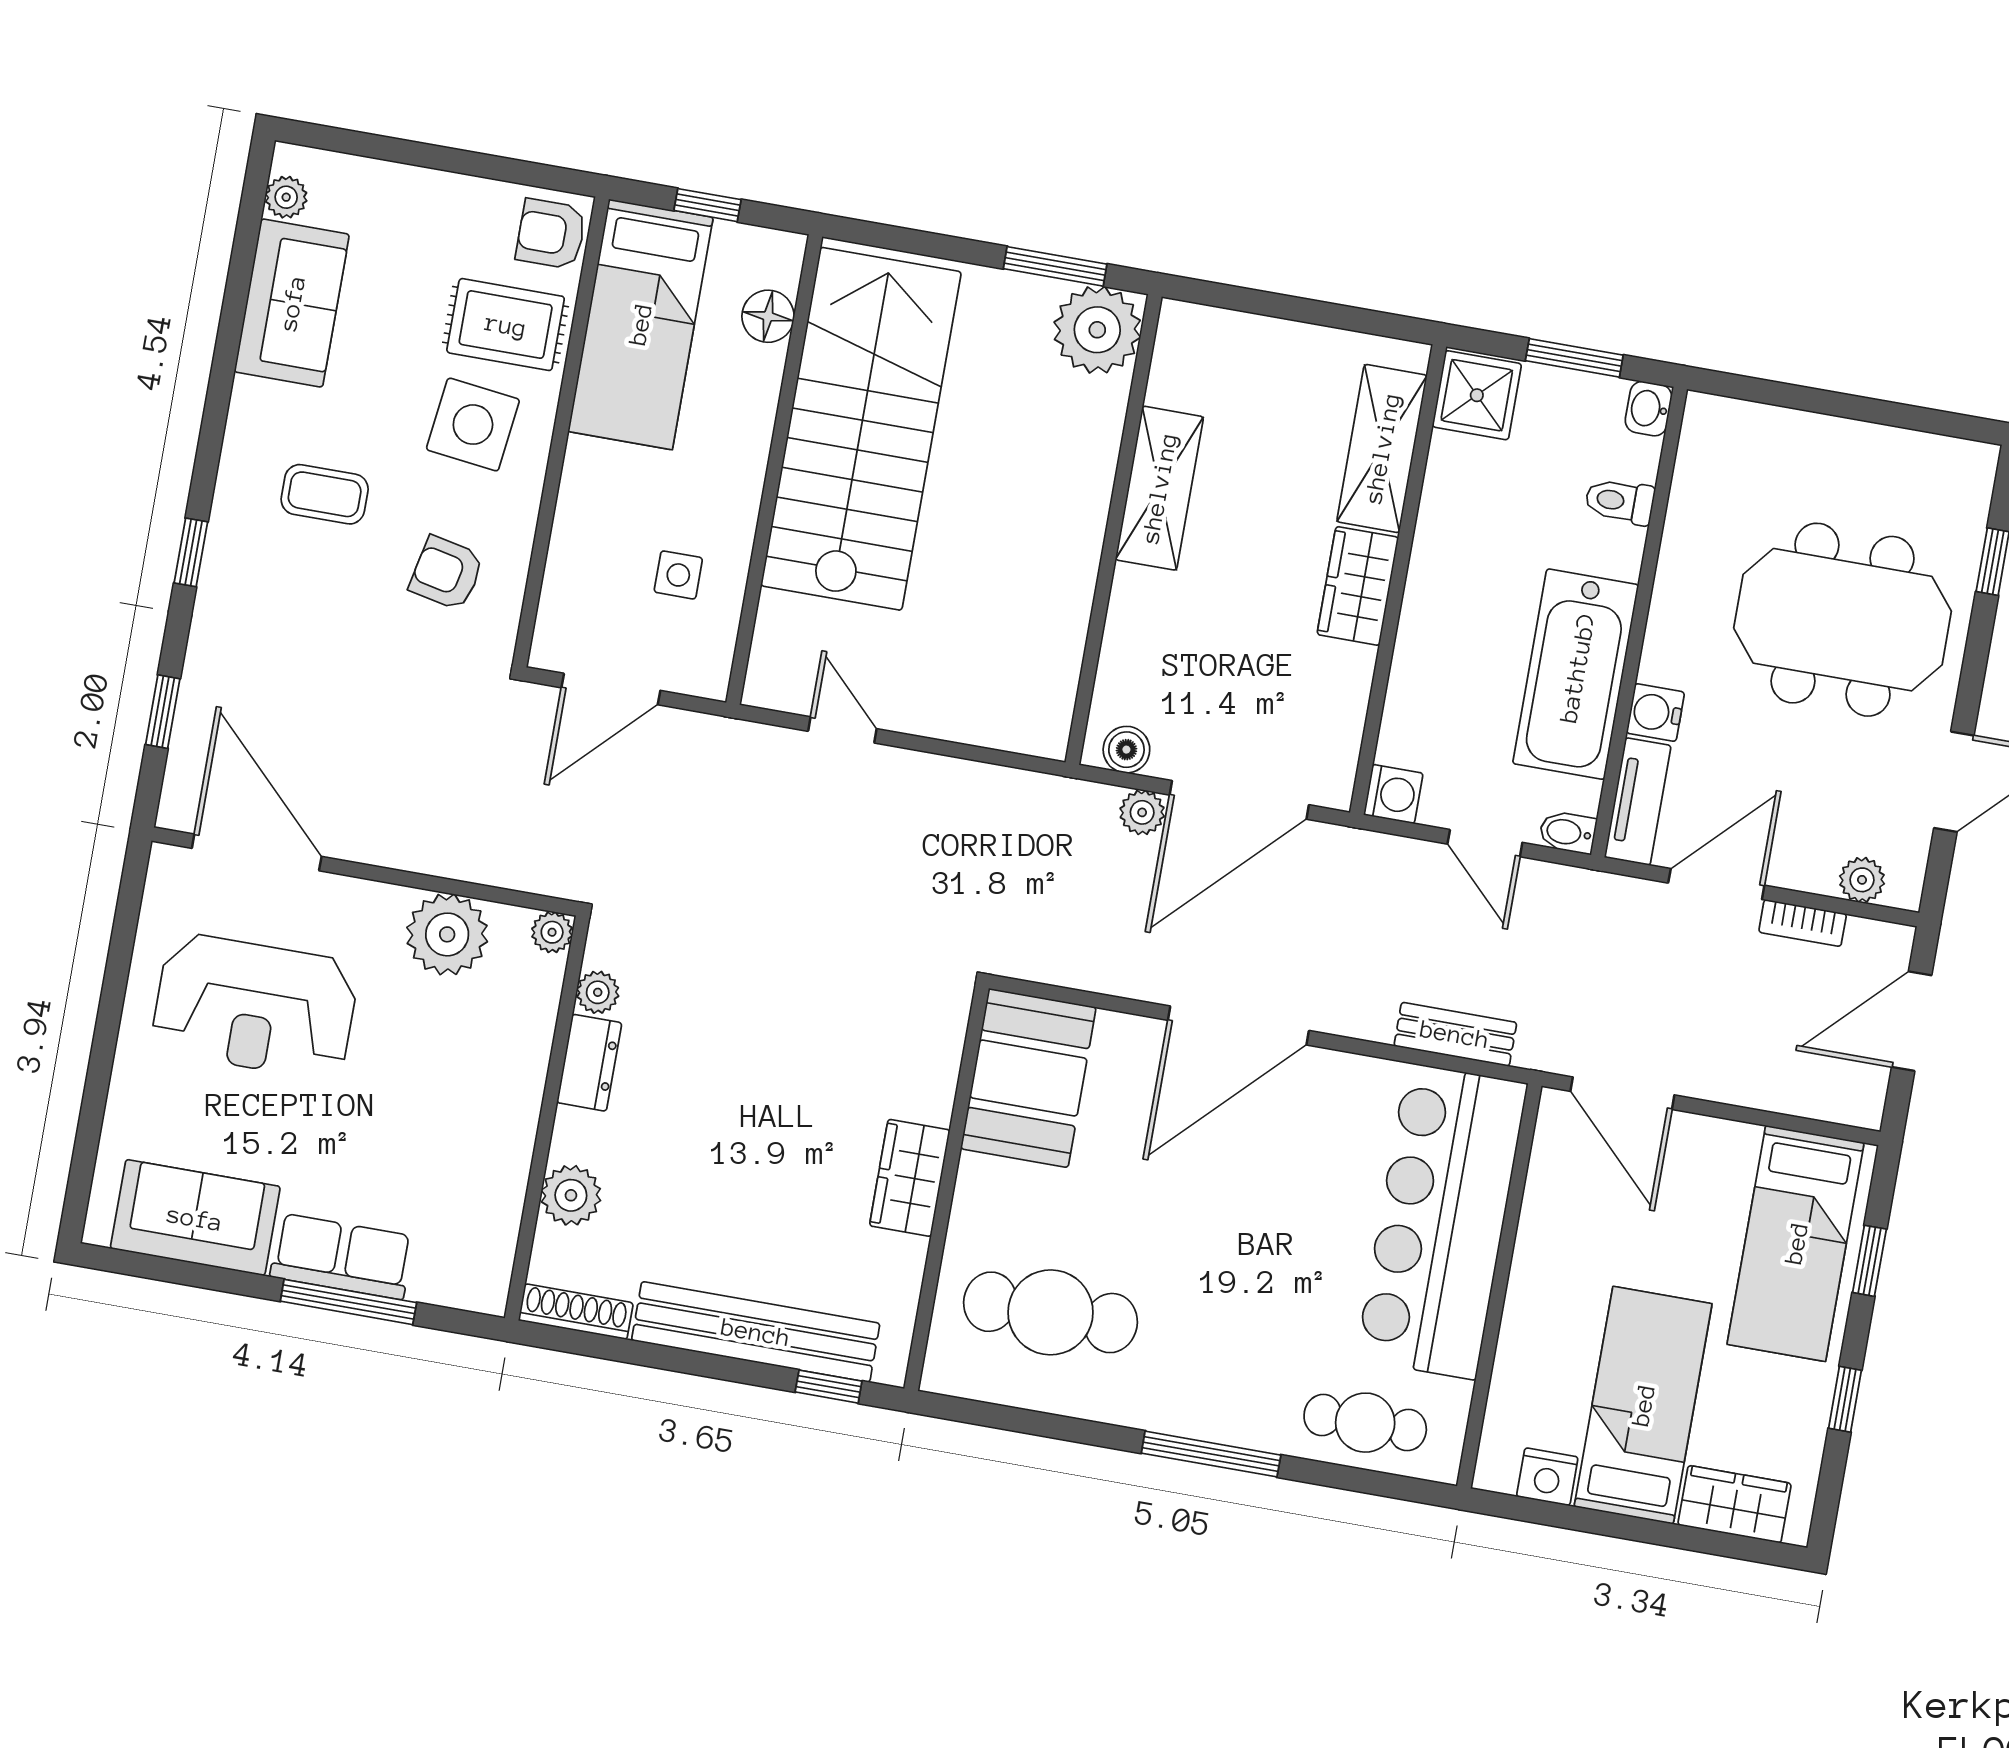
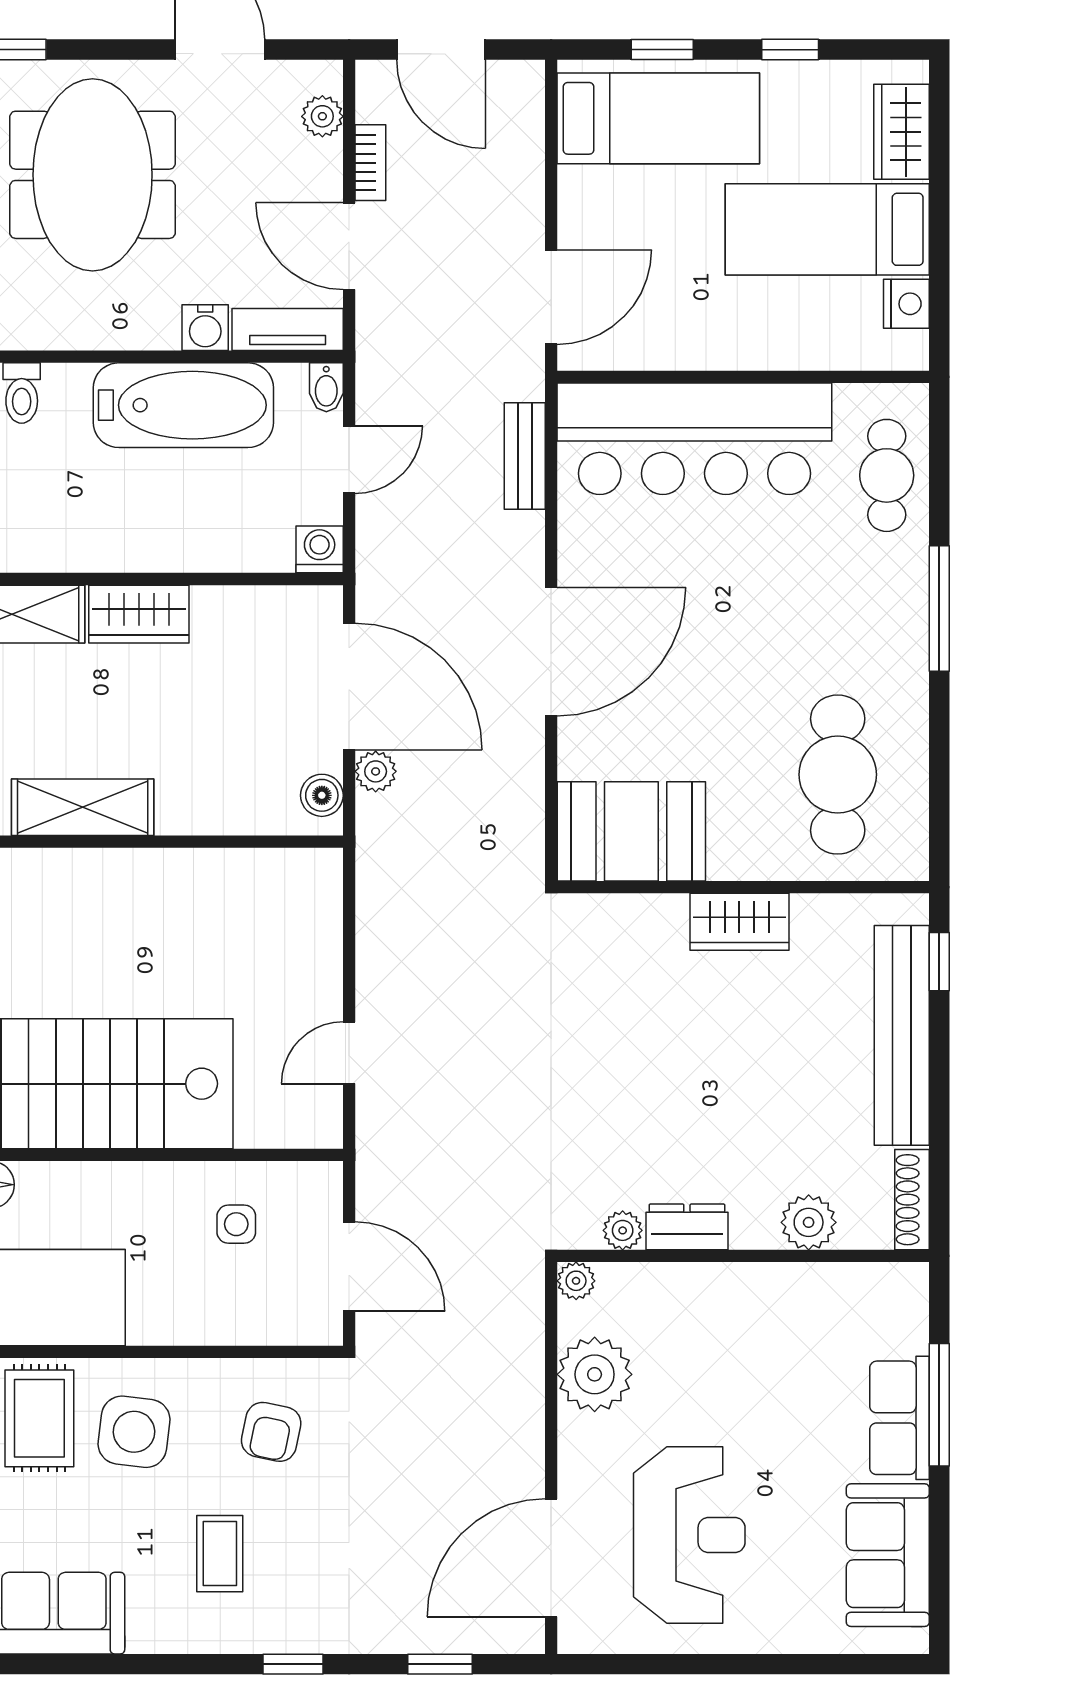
door: (1238, 1025) -> (551, 652), hinge flipped

